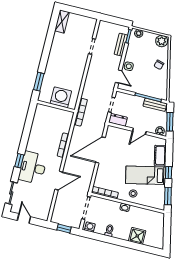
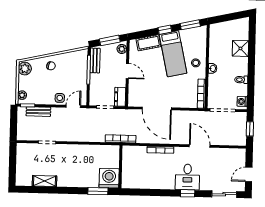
shelving: (62, 22) -> (44, 181), moved
washing machine: (61, 97) -> (109, 178), moved, turned 90
desk: (33, 168) -> (187, 177), width x0.73

